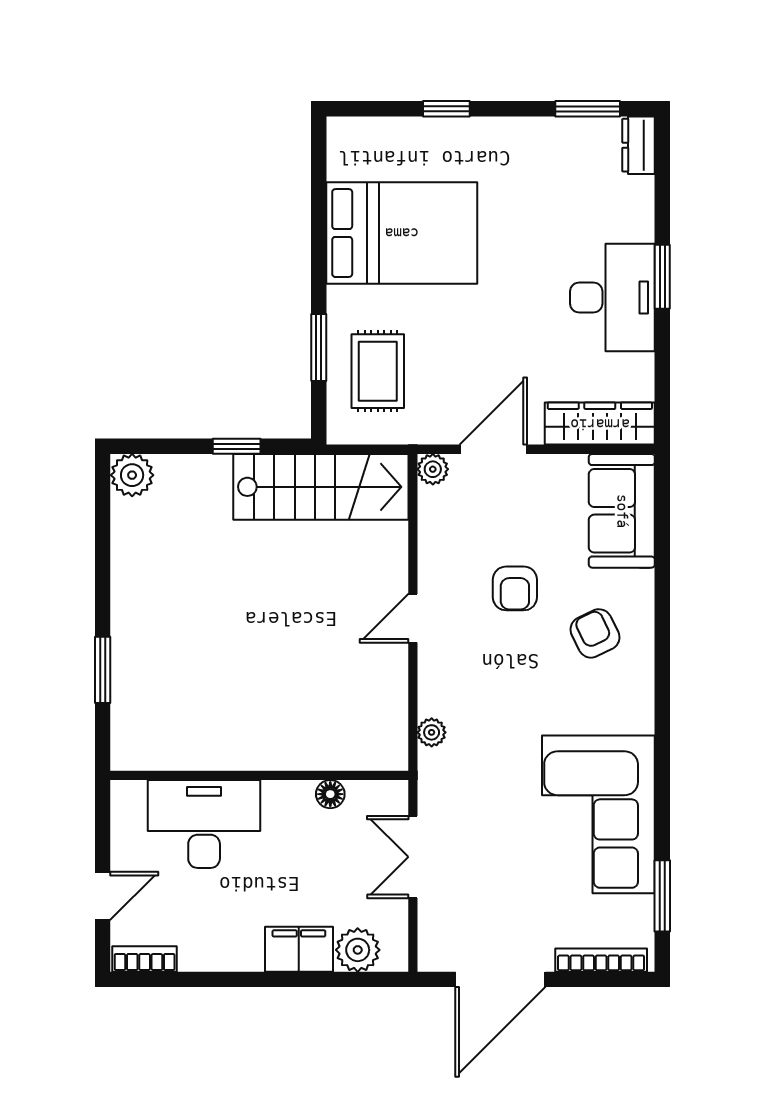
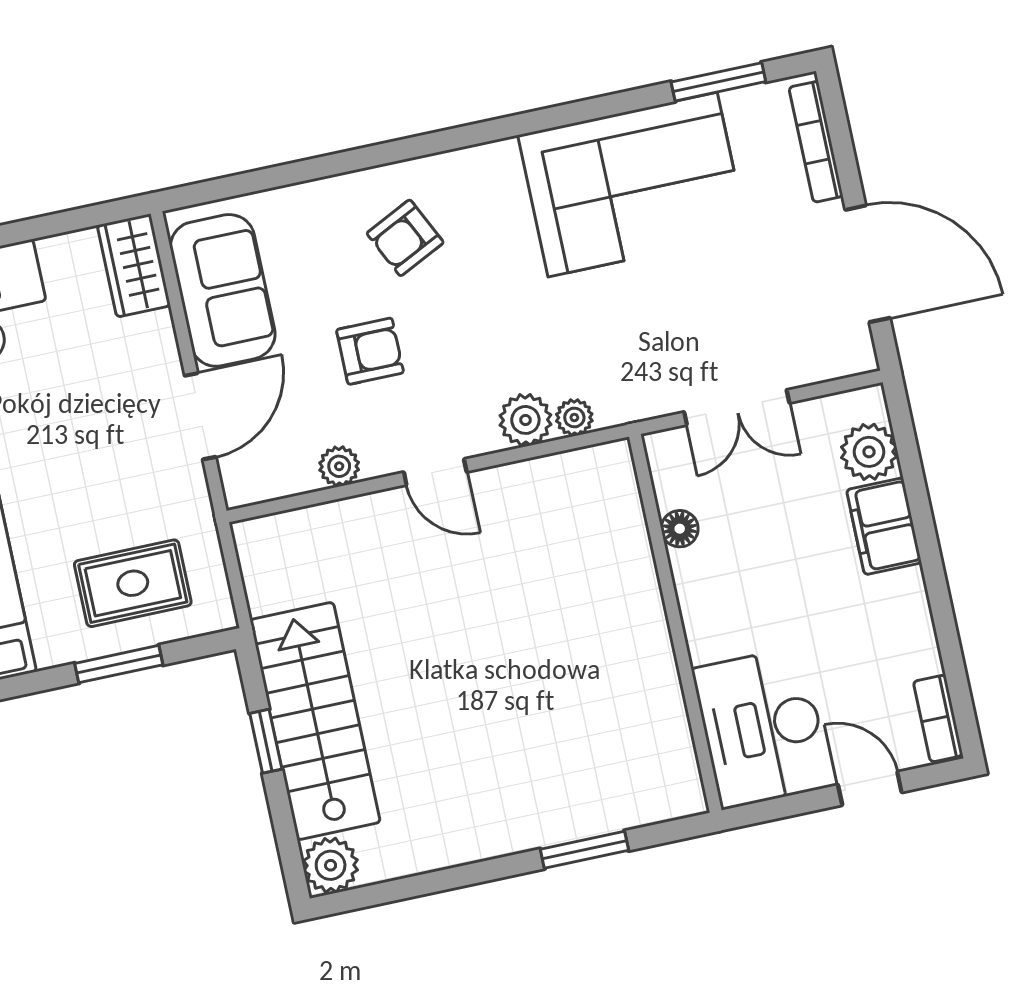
wardrobe: (600, 424) -> (134, 265), width x0.67
door: (493, 449) -> (200, 416), swing flipped
plant: (433, 469) -> (339, 466), moved
stairs: (321, 487) -> (315, 721), moved
sofa: (622, 511) -> (223, 290), moved, turned -90
plant: (438, 695) -> (525, 420), added
desk: (204, 824) -> (762, 728), moved

